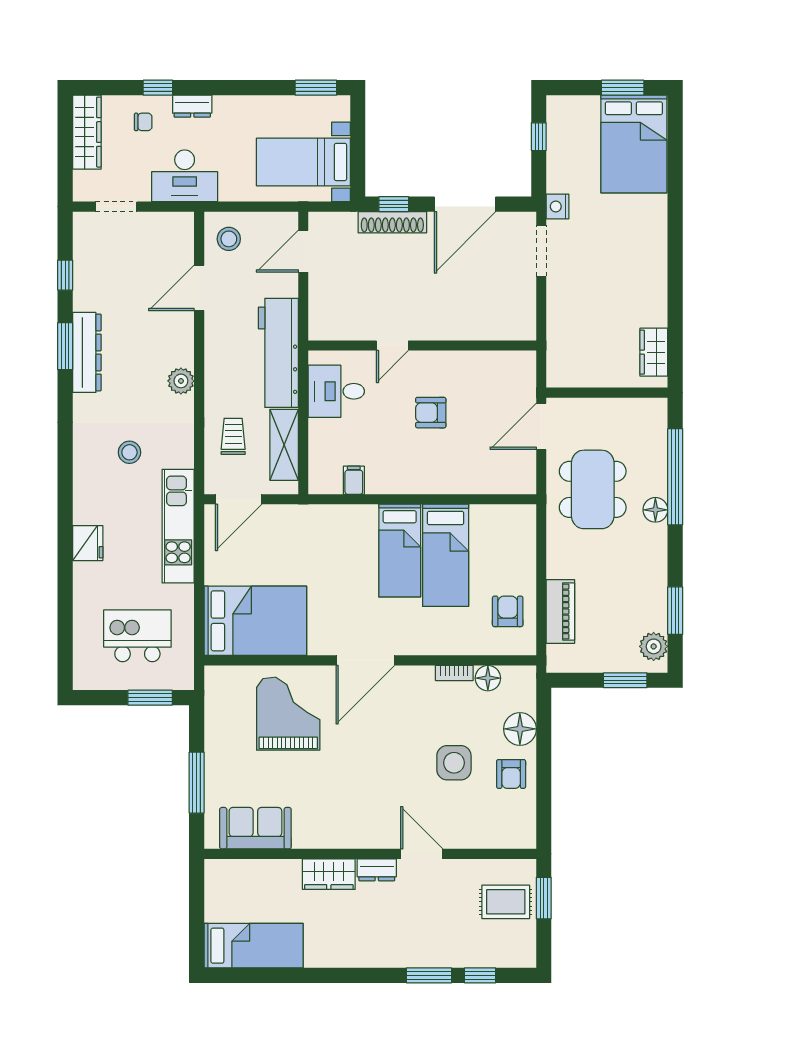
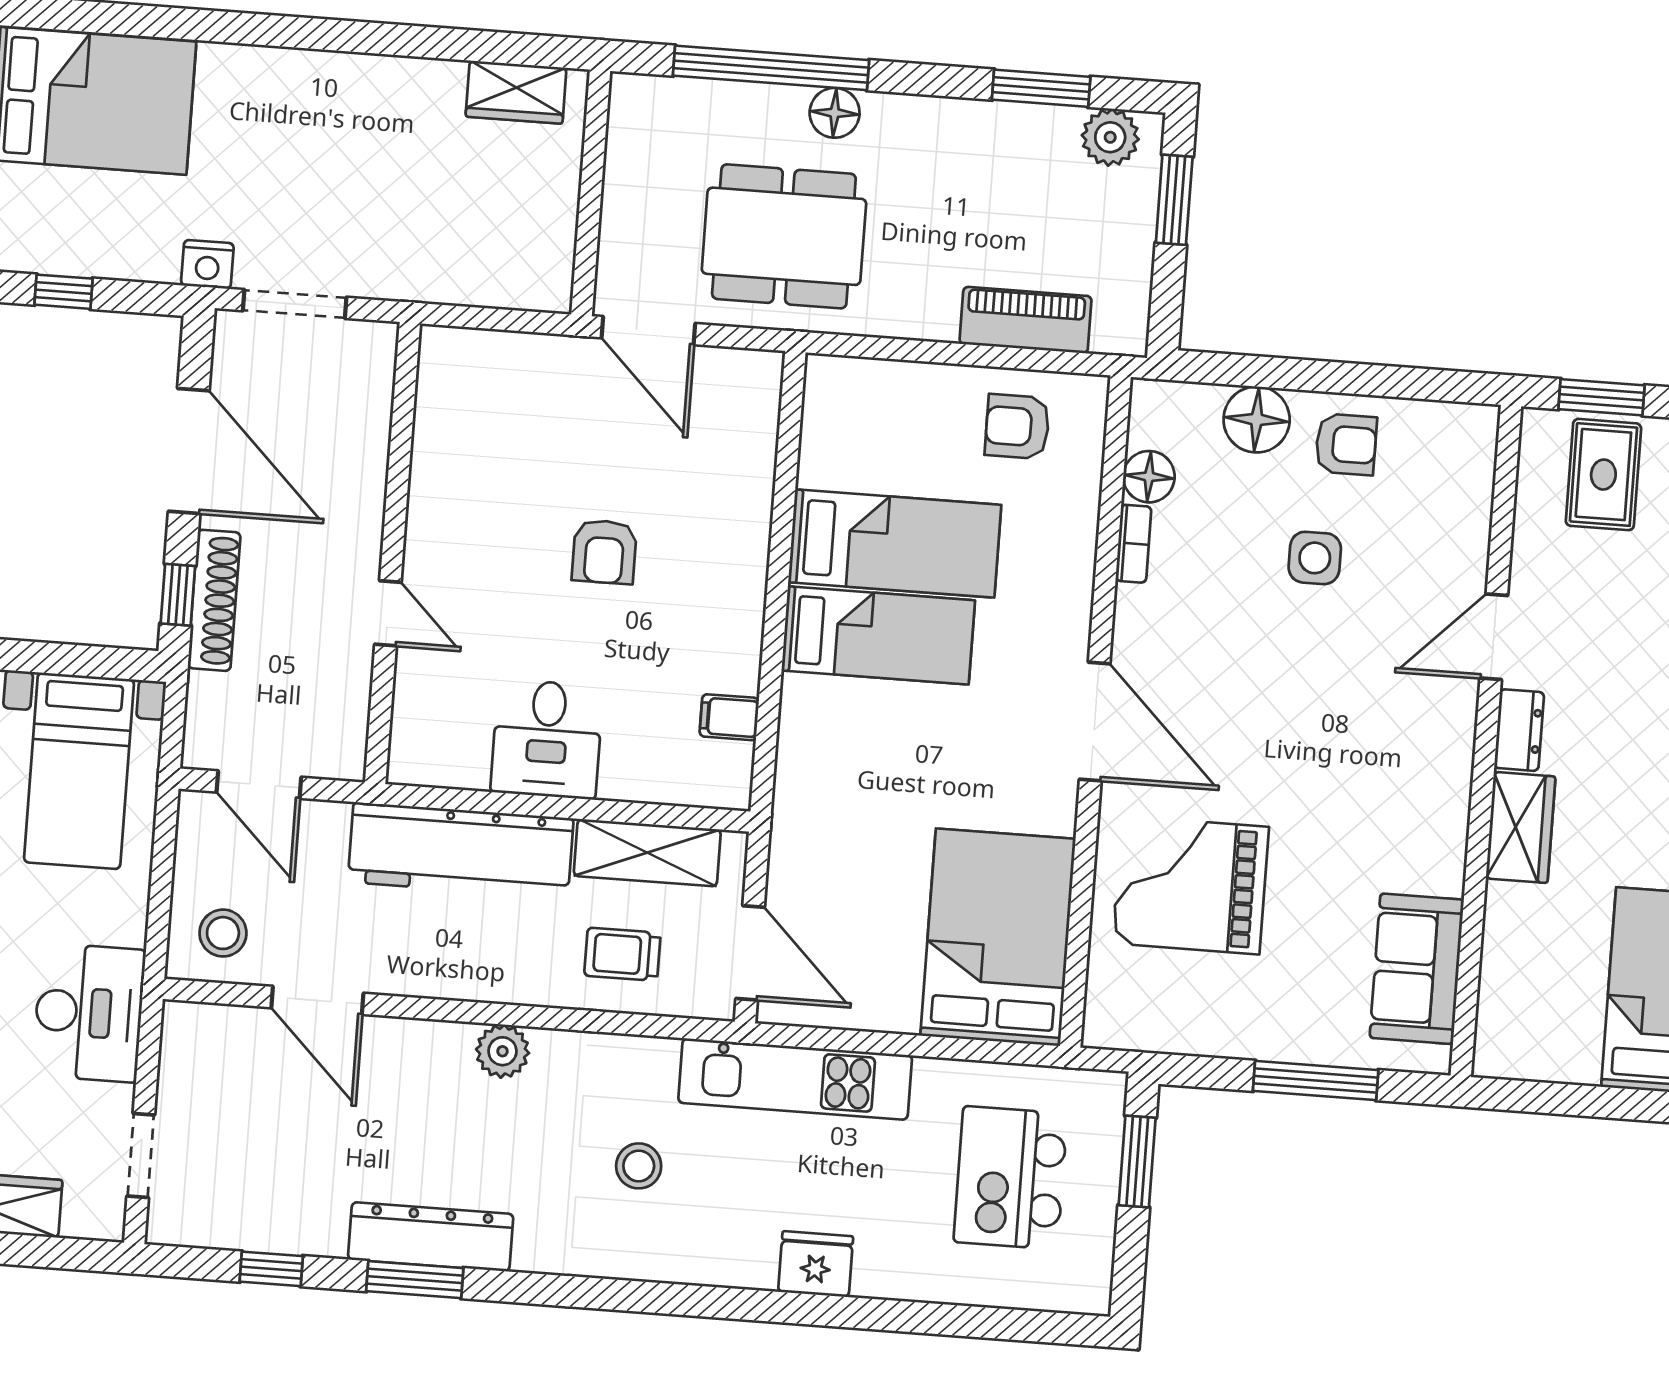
door: (392, 346) -> (388, 613), moved
wall: (422, 346) -> (392, 553), moved
side table: (454, 763) -> (1315, 558), width x0.73, depth x0.73

